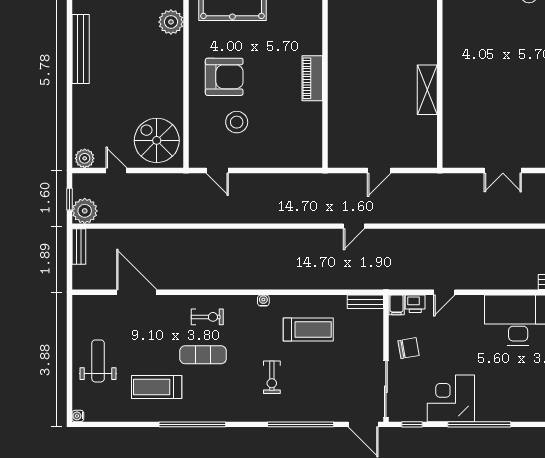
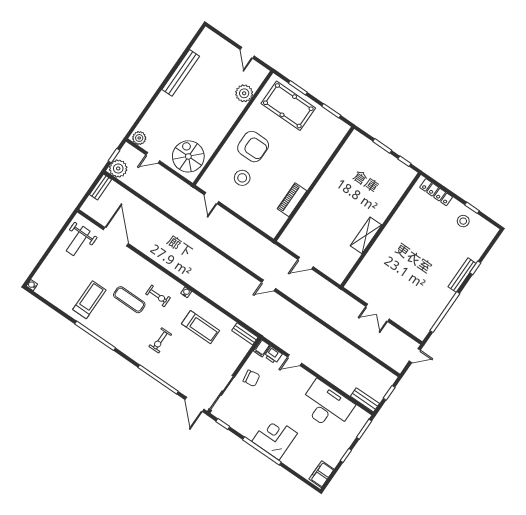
piano: (312, 78) -> (292, 200), moved
door: (116, 170) -> (153, 158), swing flipped
exercise bike: (207, 317) -> (158, 296), moved
weight bench: (98, 361) -> (78, 241), moved, turned 180
treadmill: (157, 387) -> (89, 300), turned 90
corner desk: (451, 398) -> (275, 437), moved

